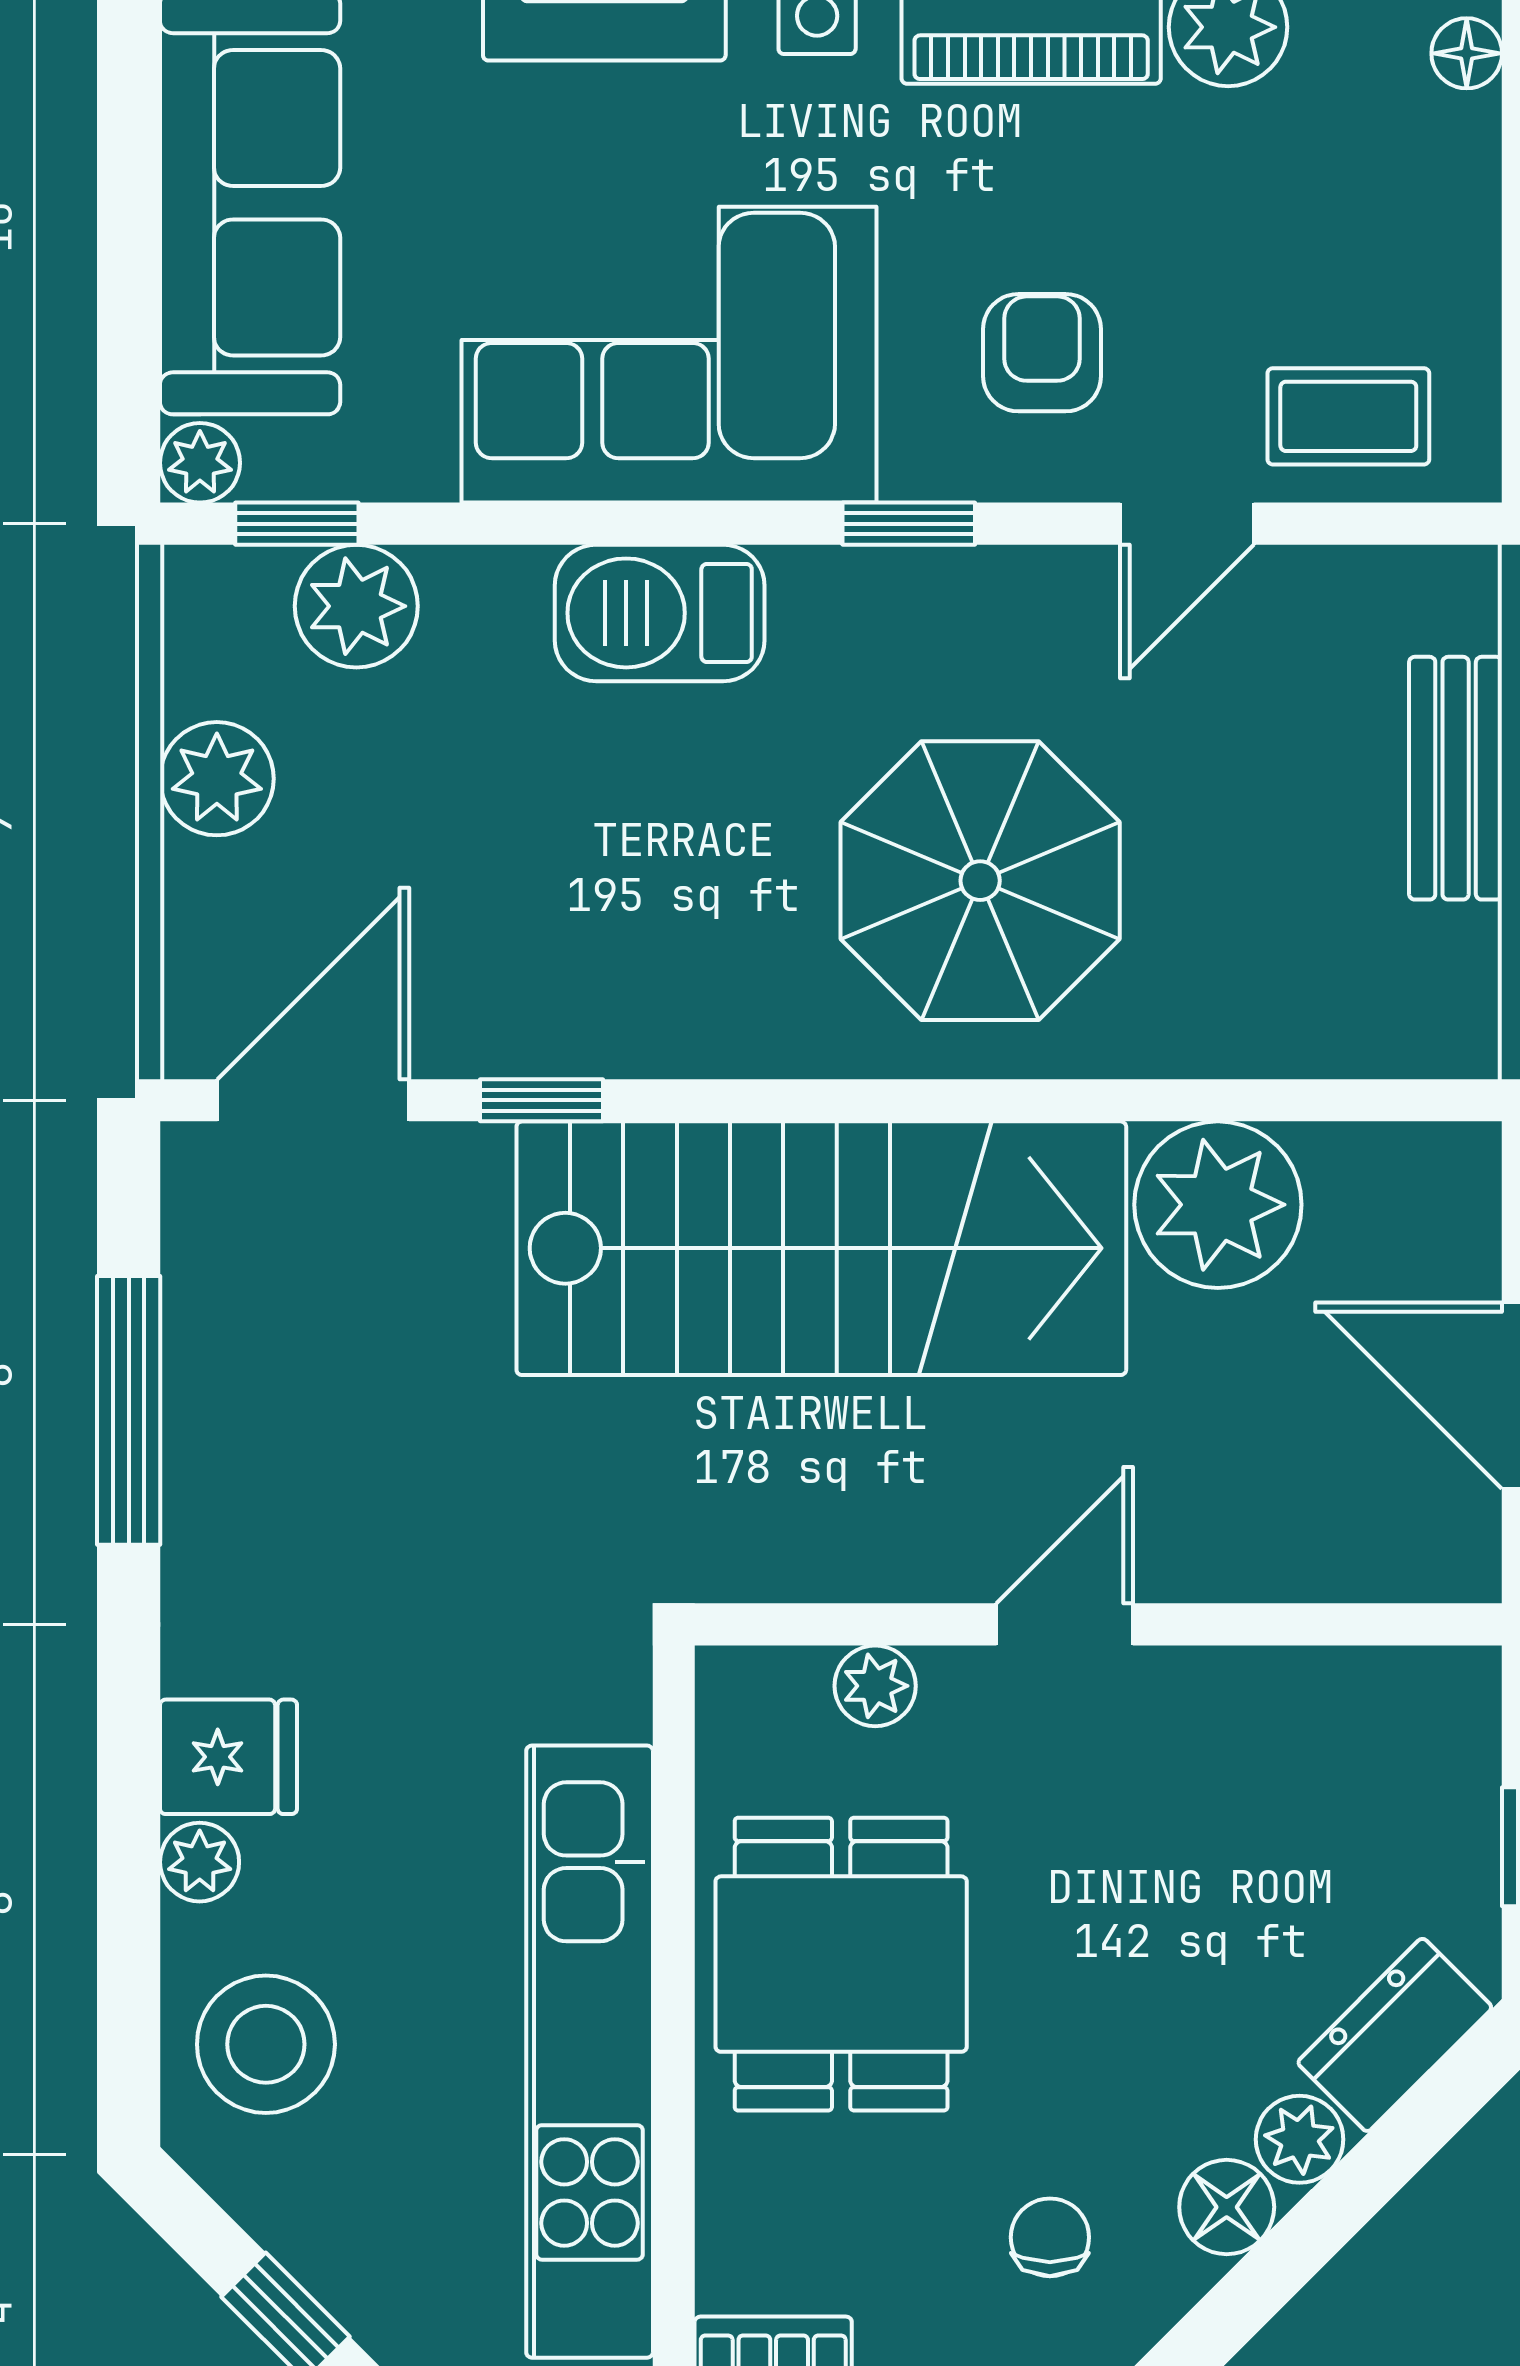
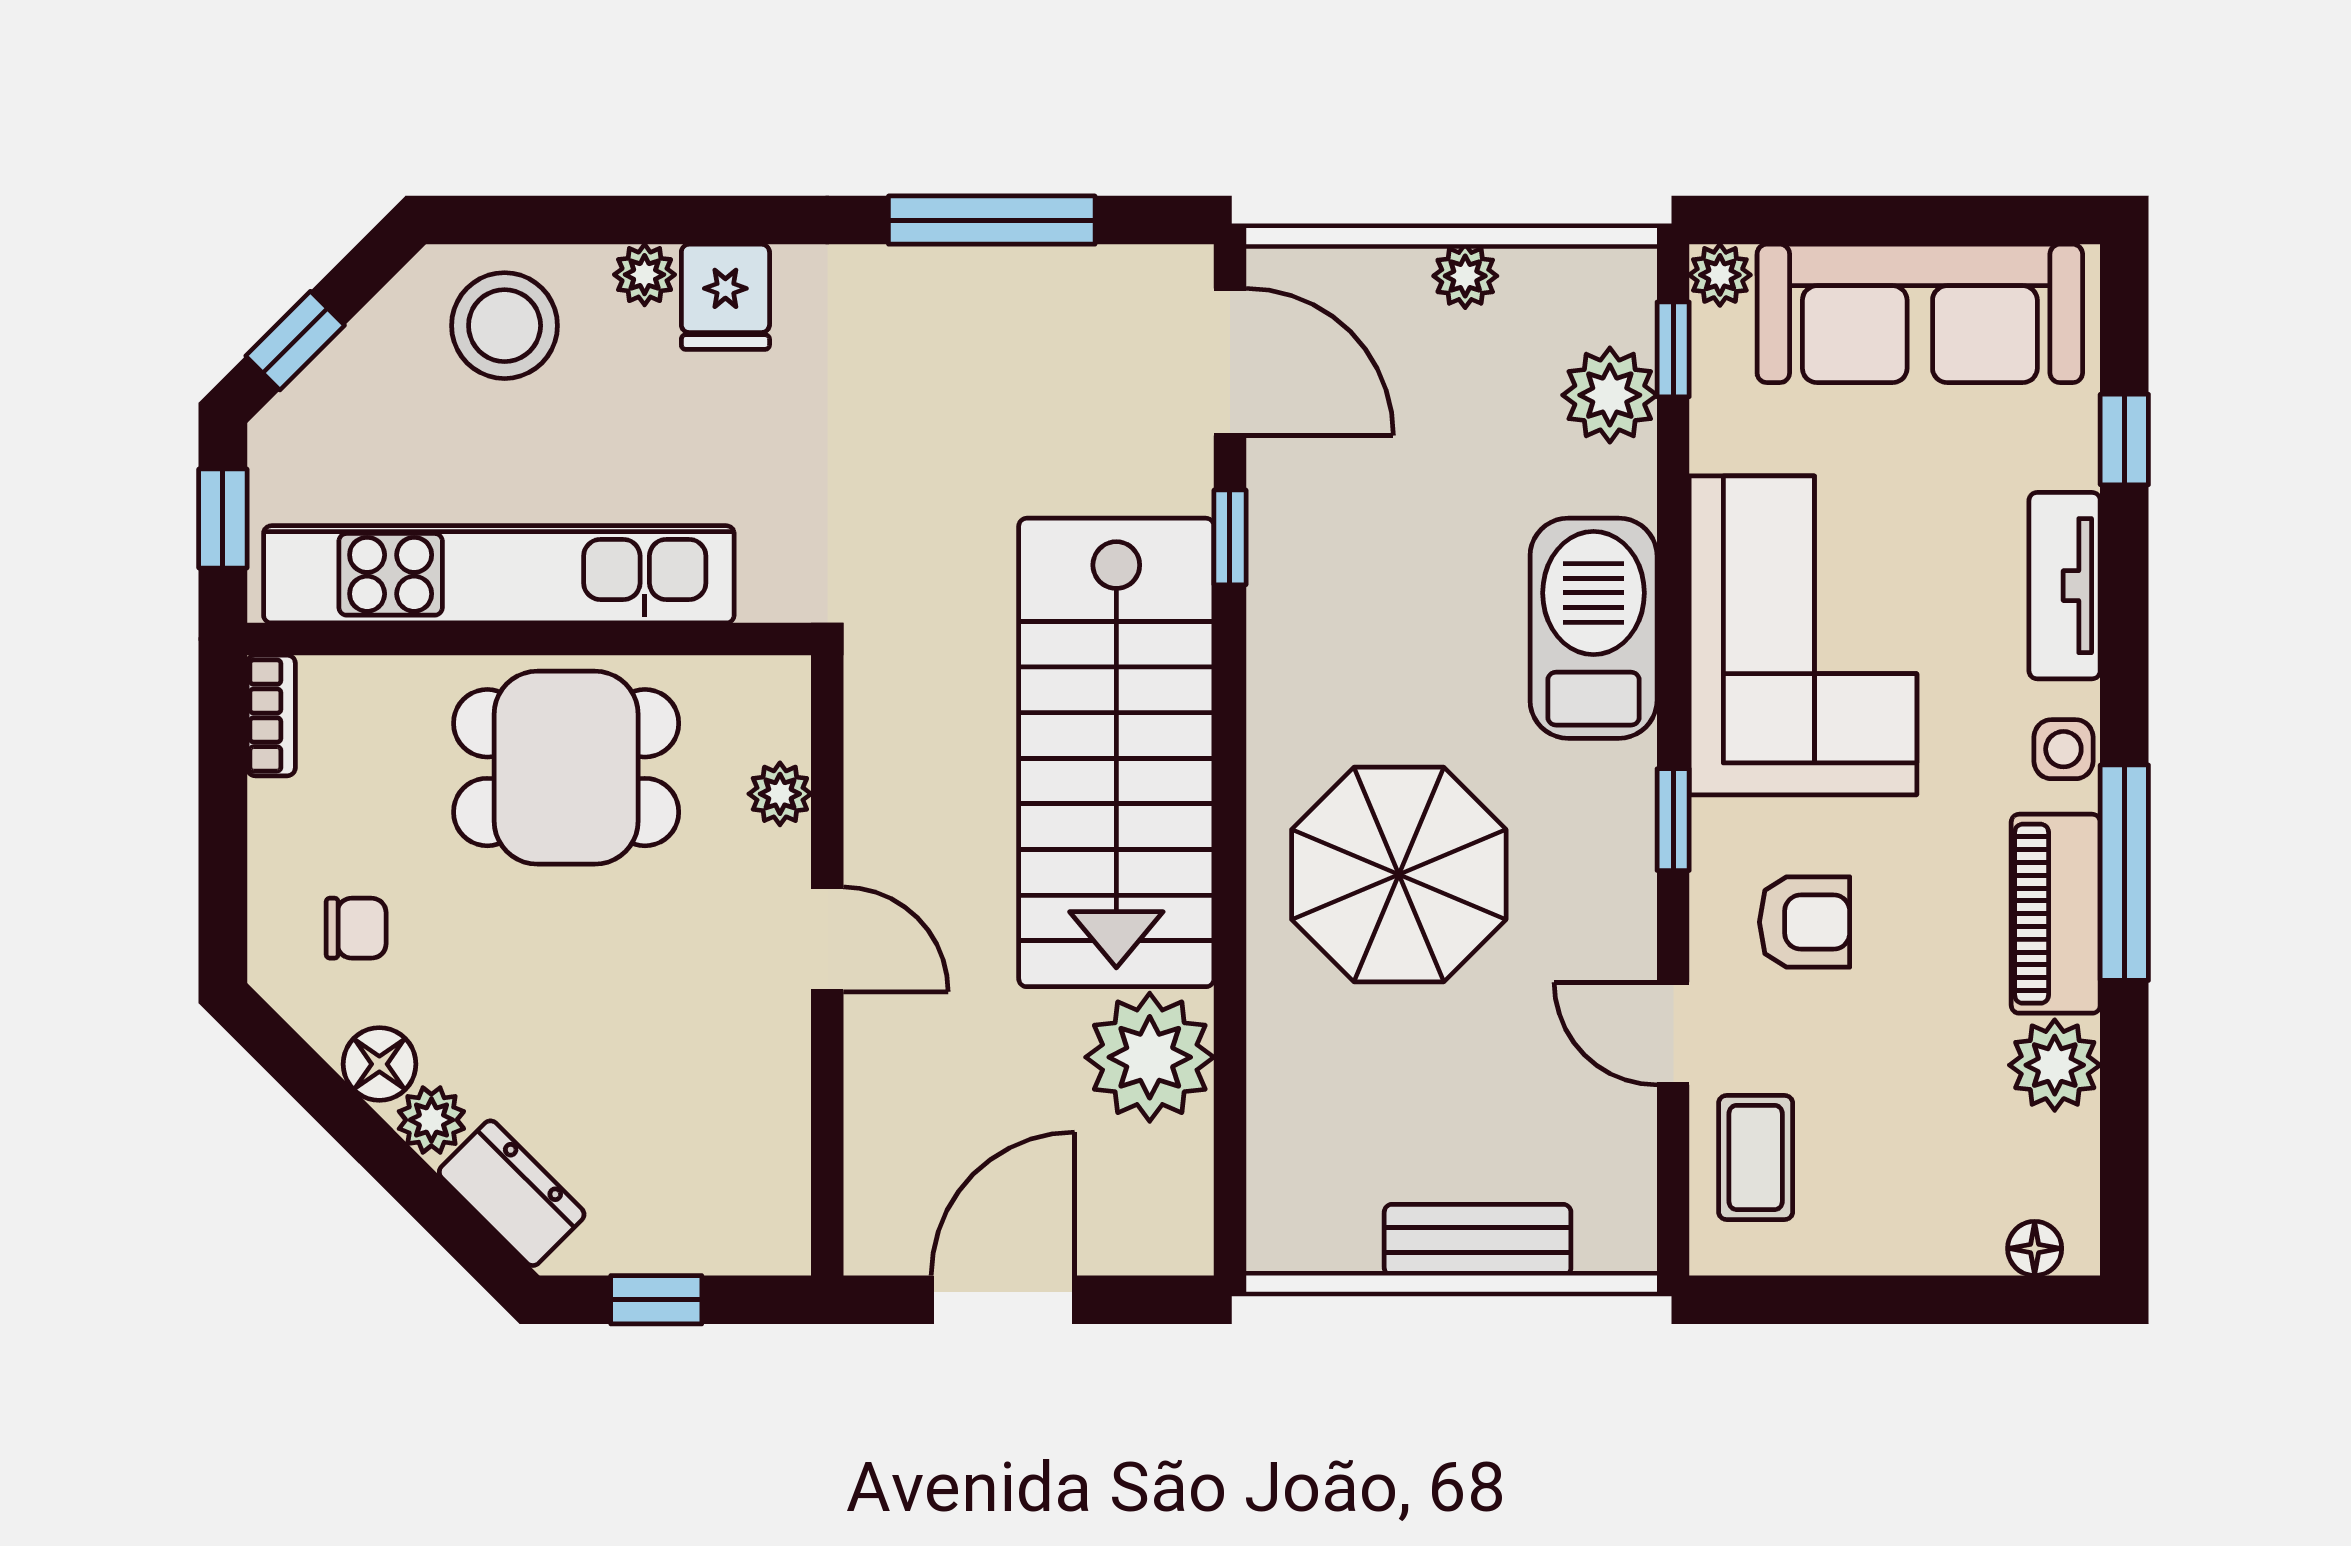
barbecue: (660, 613) -> (1594, 628), width x1.37, depth x1.21
plant: (217, 779) -> (1465, 276), width x0.73, depth x0.73

